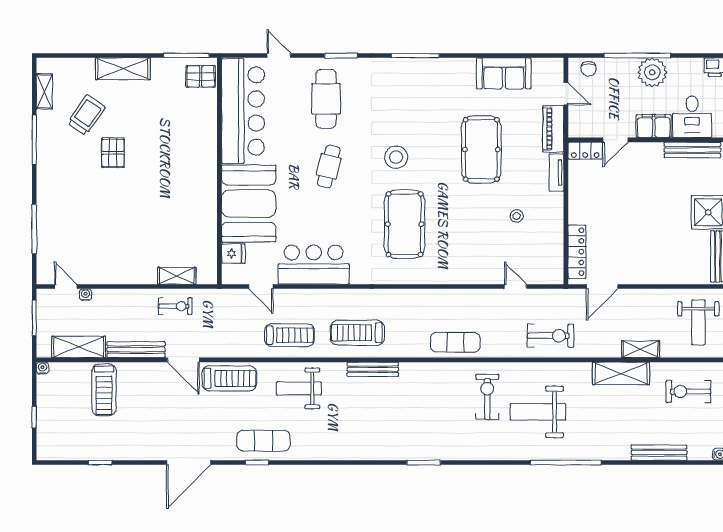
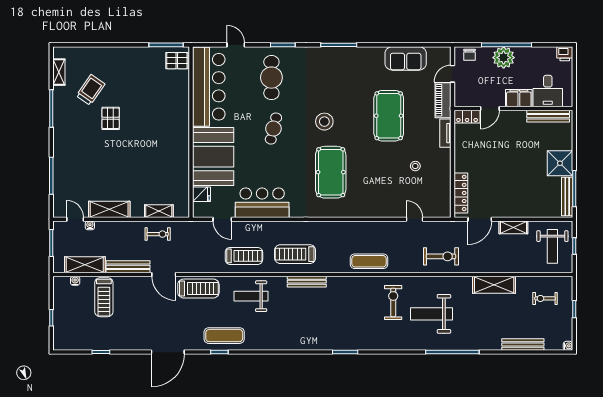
shelving: (123, 69) -> (109, 209), moved
plant: (652, 72) -> (504, 58), moved
door: (566, 94) -> (453, 74), swing flipped
shelving: (641, 349) -> (513, 227), moved
water cooler: (42, 368) -> (75, 281), moved
exercise bike: (688, 391) -> (545, 298), width x0.73, depth x0.72

